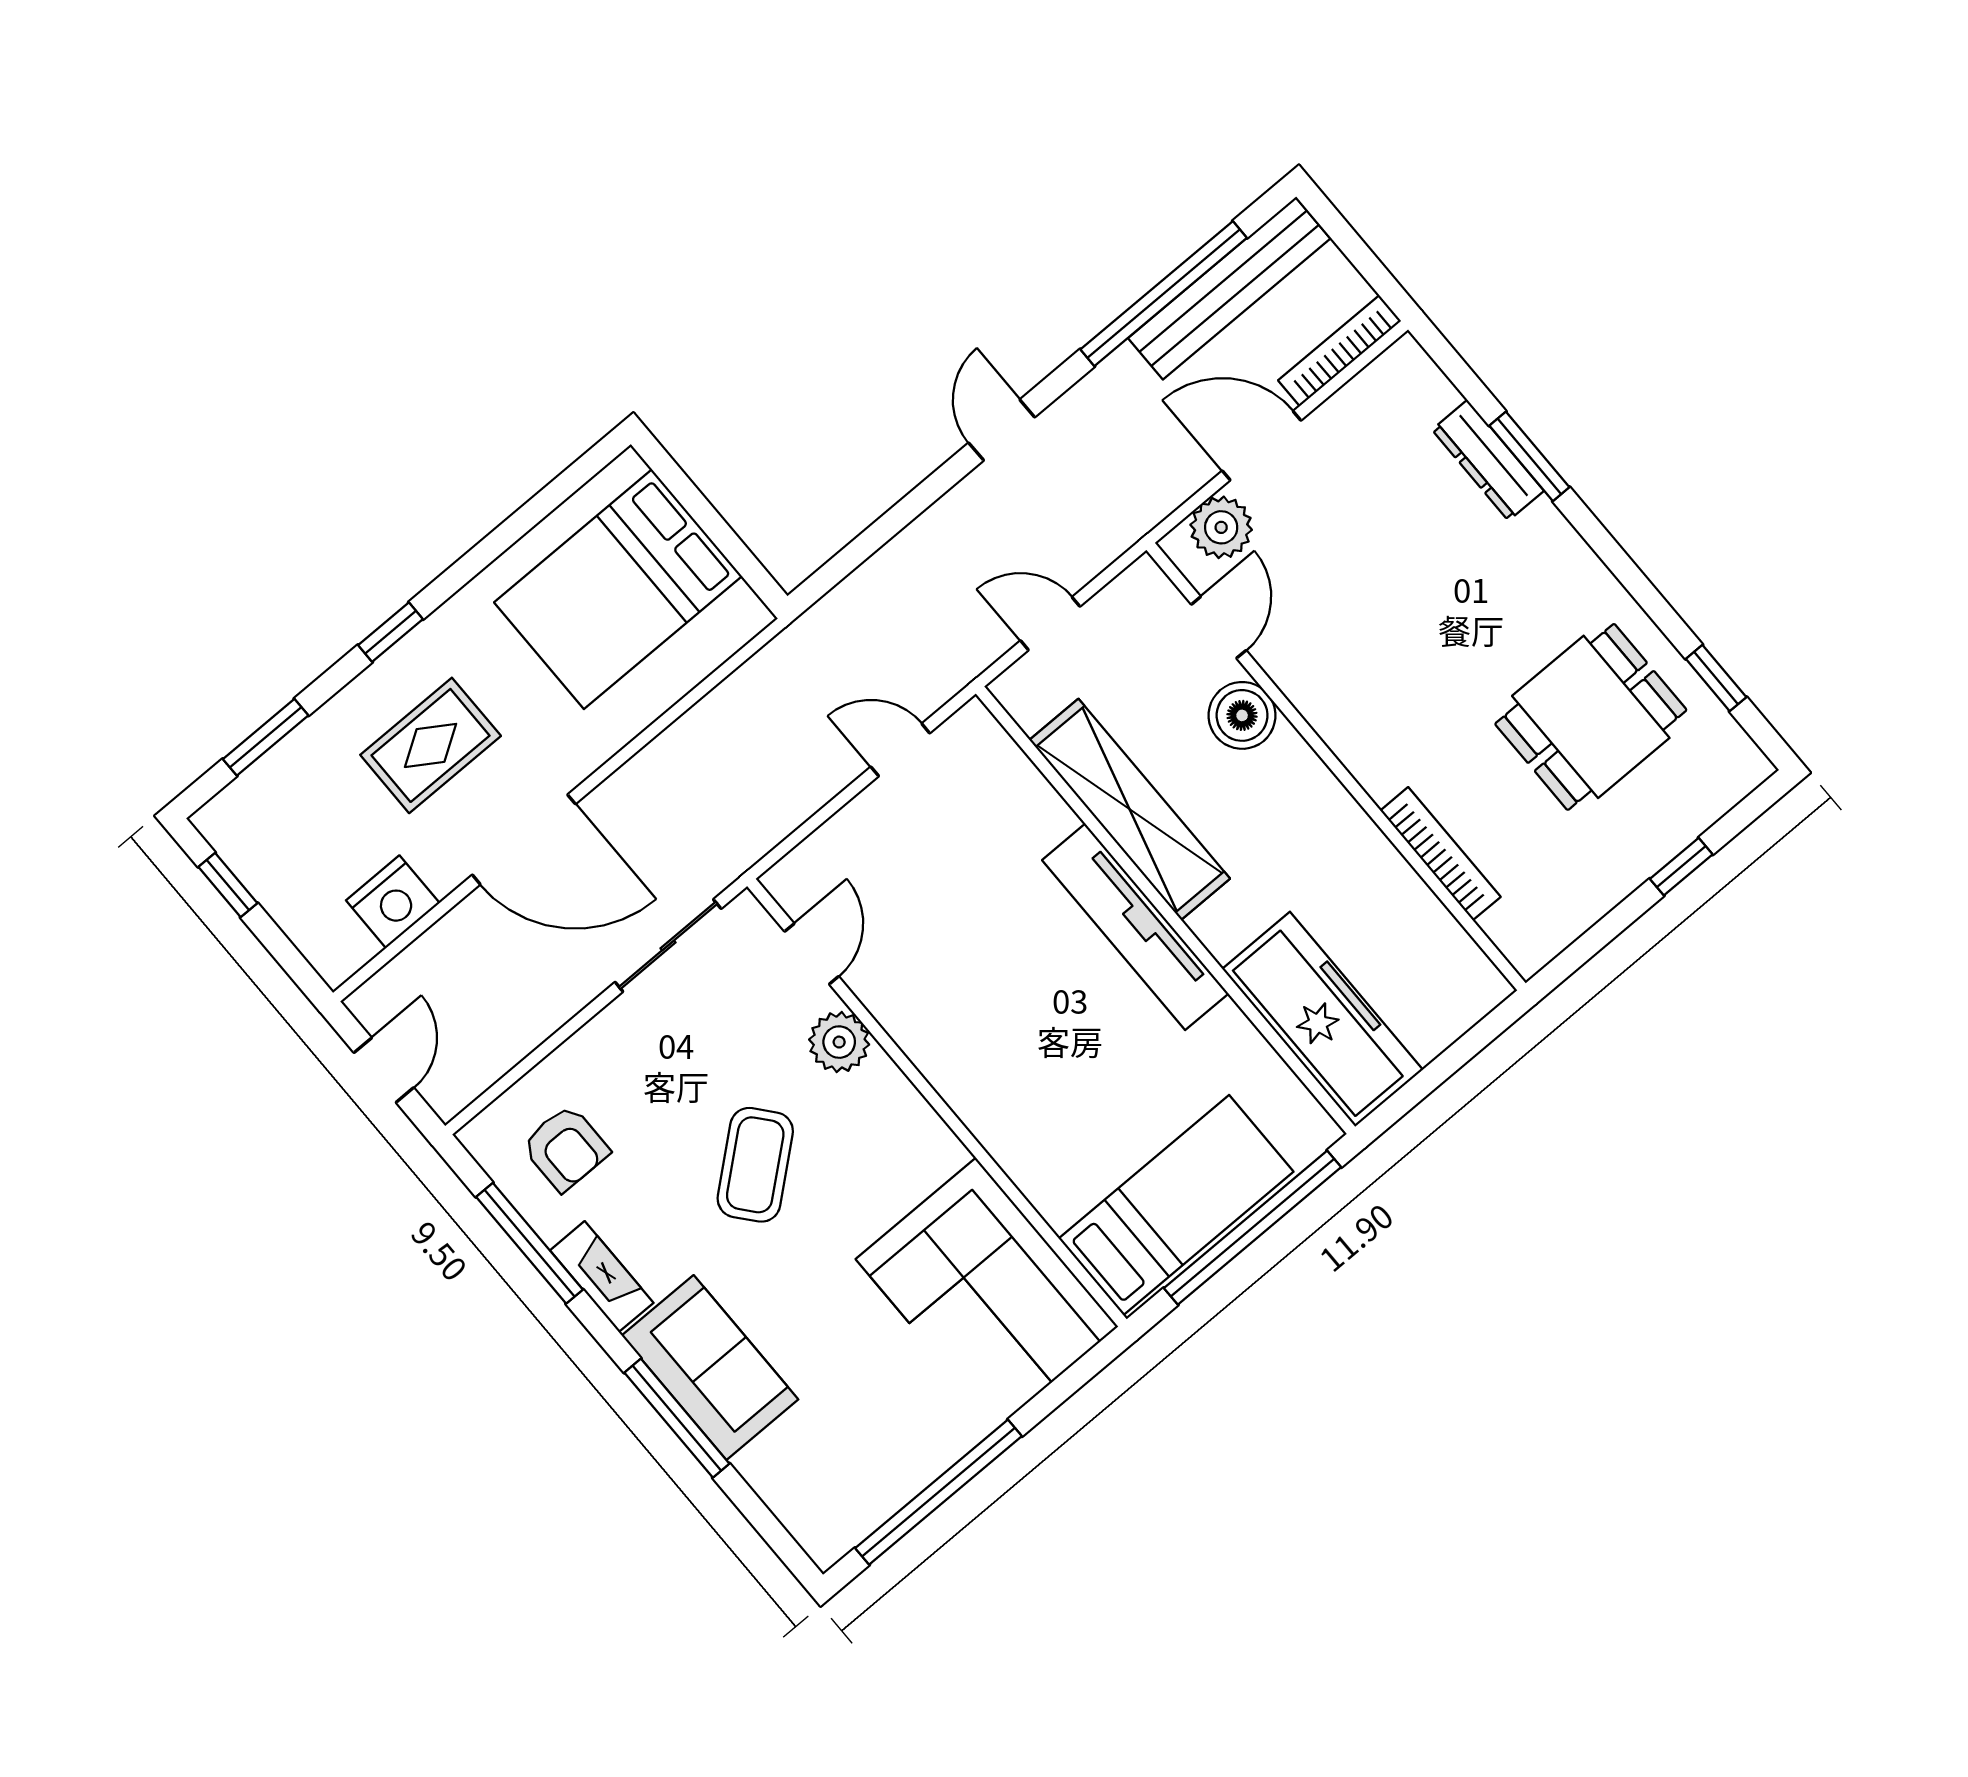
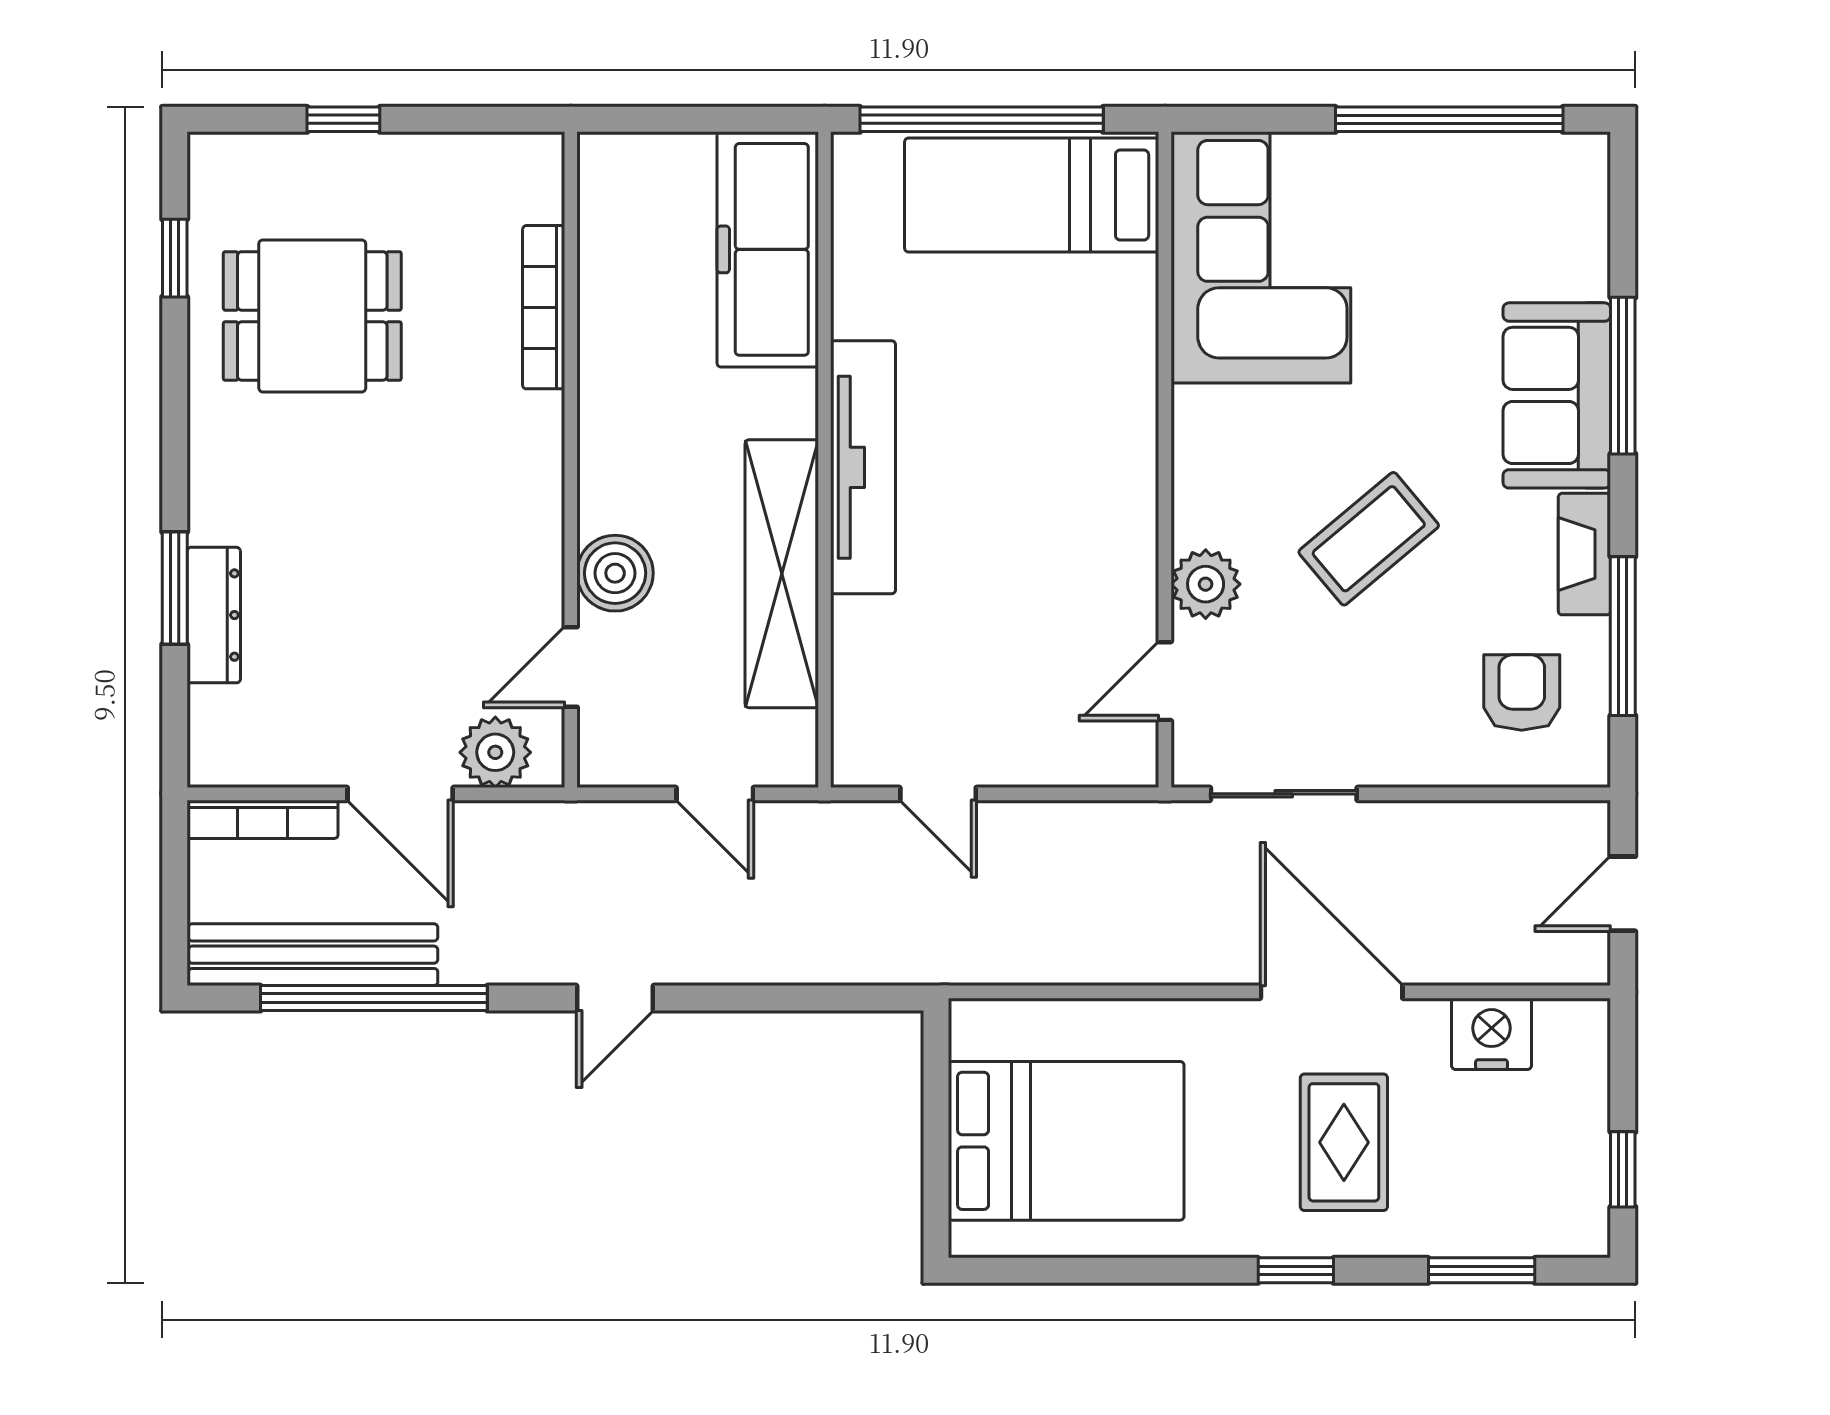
rug: (431, 745) -> (1344, 1142), turned 90

